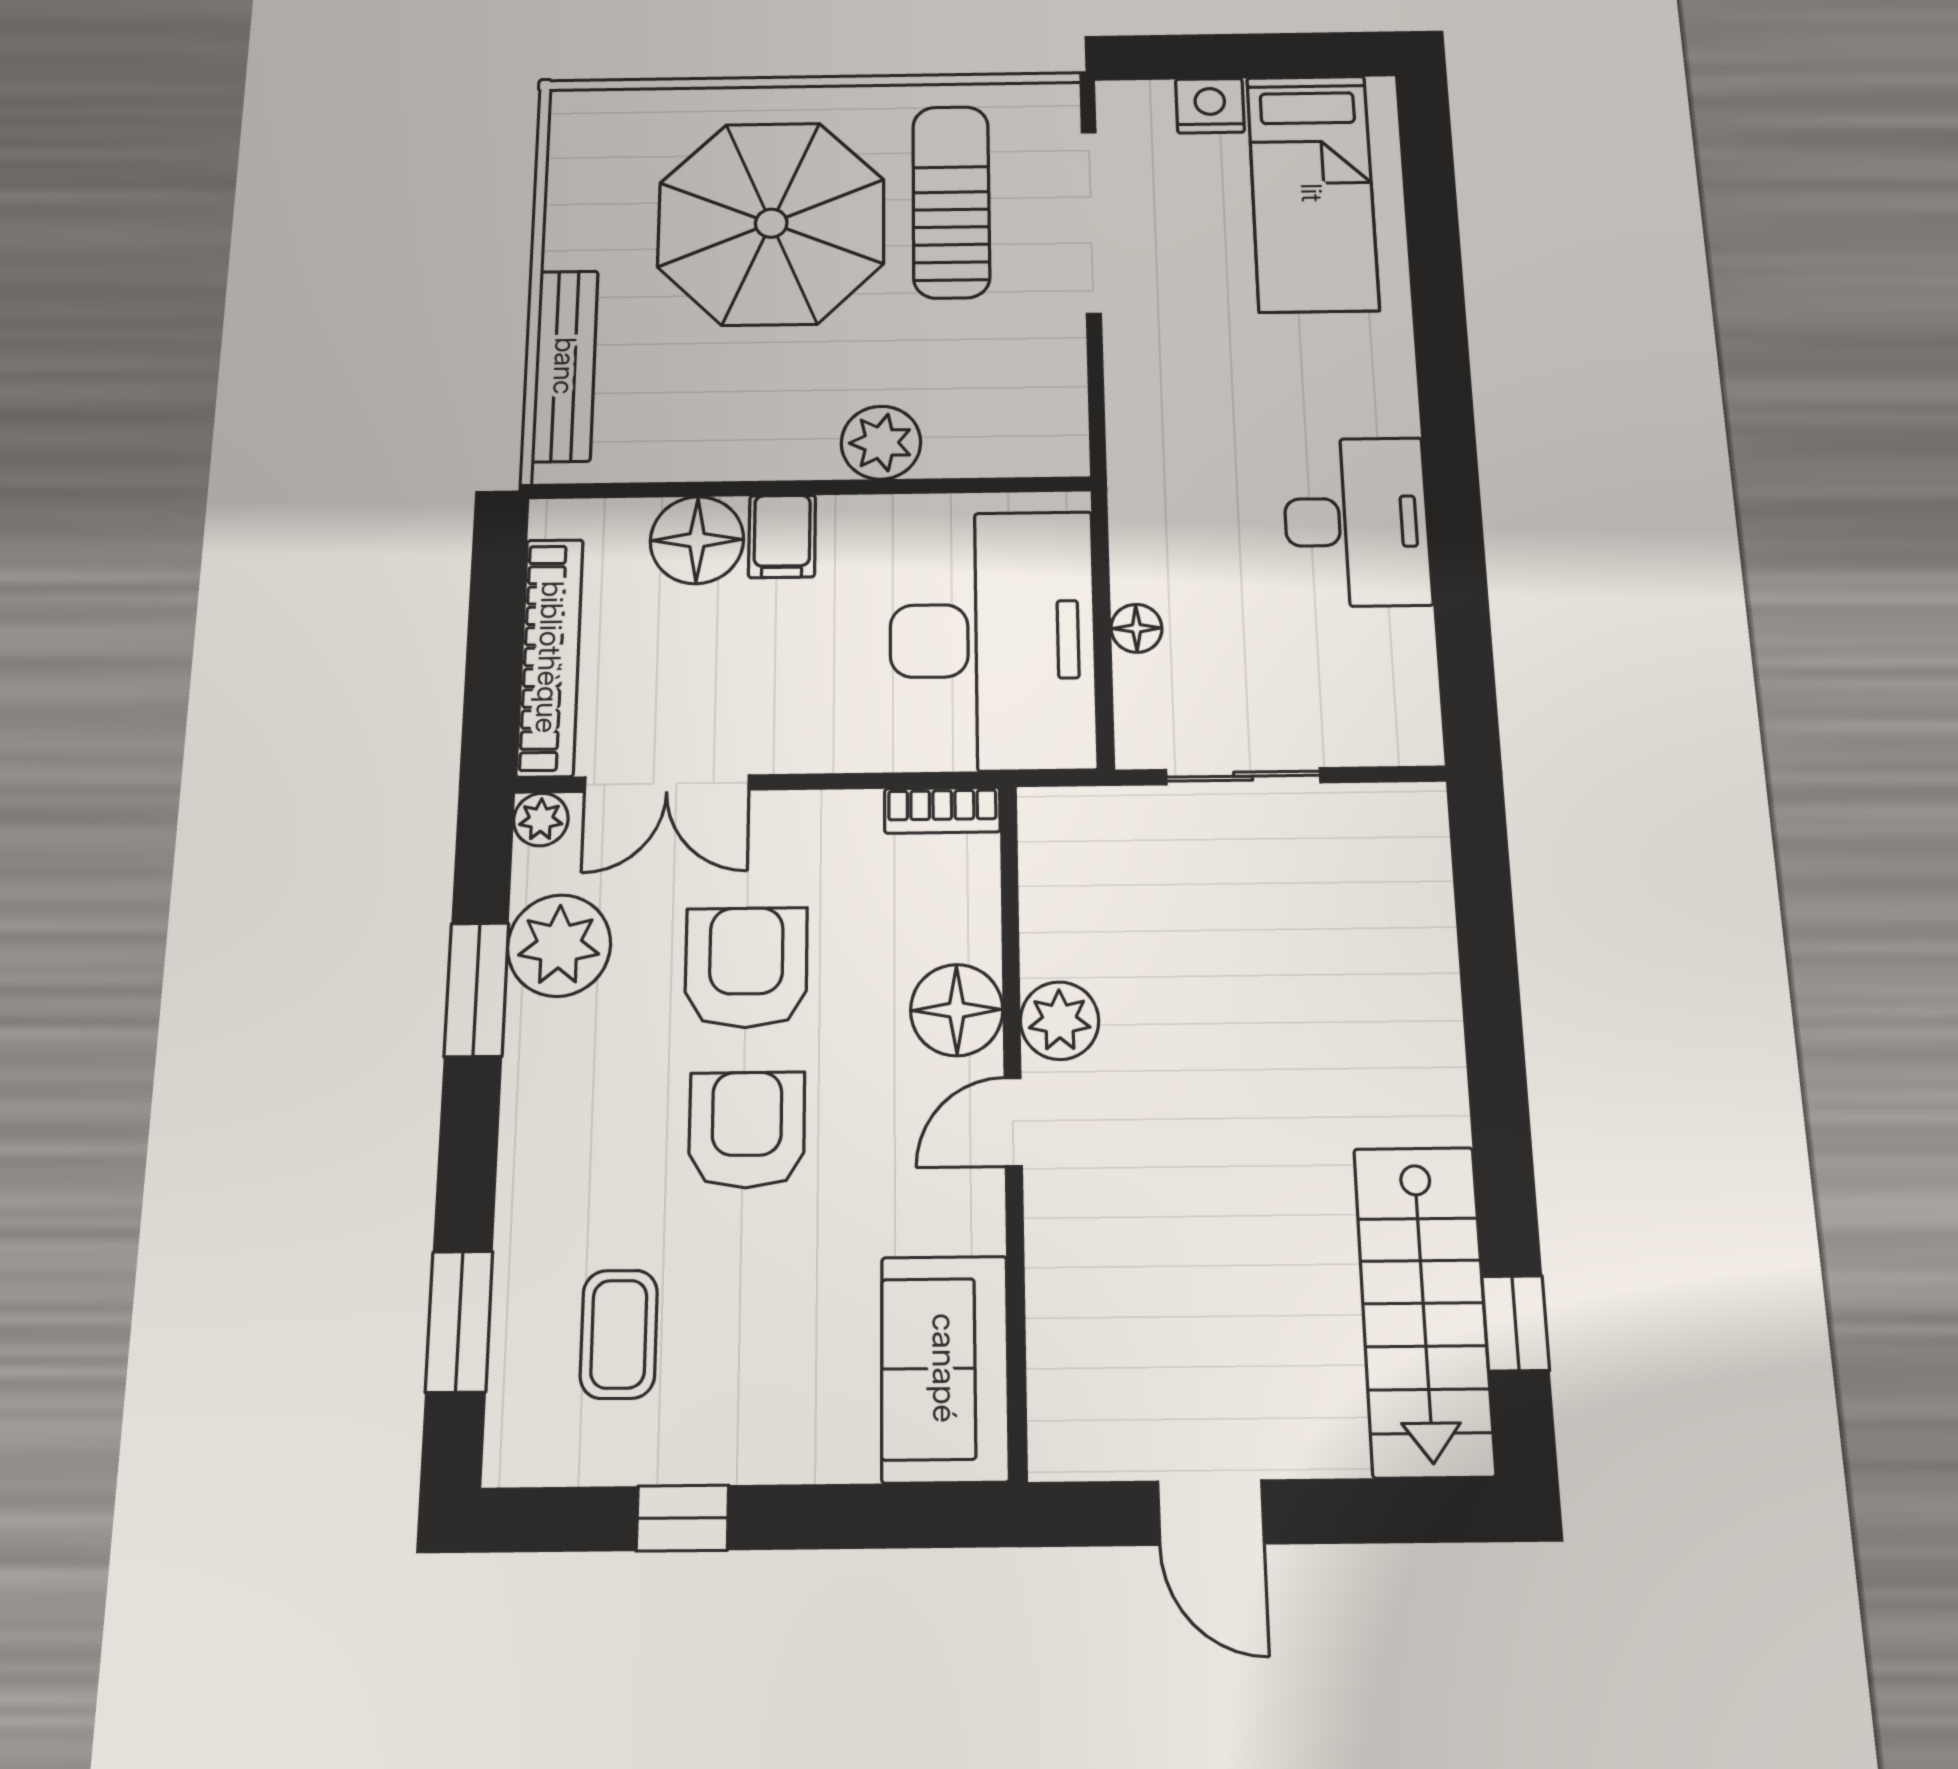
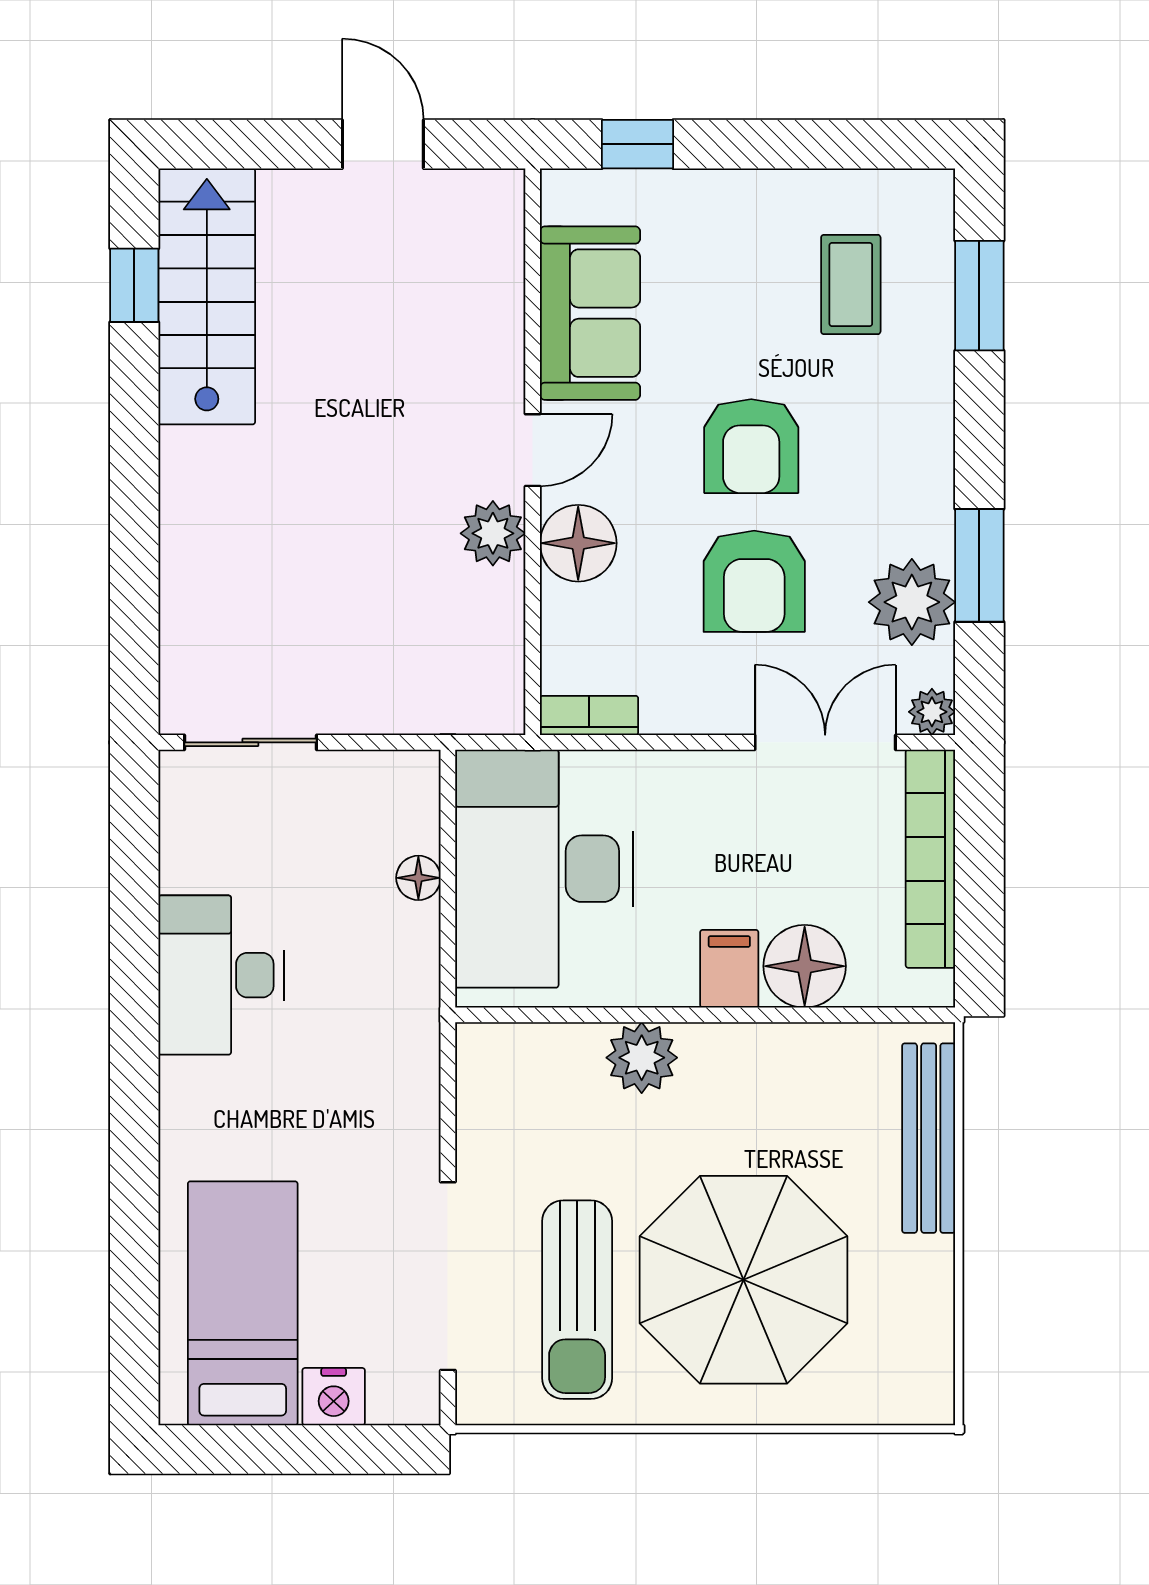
sliding door: (1243, 776) -> (250, 742), moved
sofa: (945, 1368) -> (590, 313), moved
window: (683, 1518) -> (638, 144), moved

